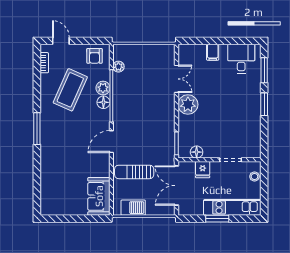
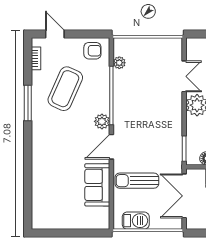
armchair: (94, 56) -> (92, 51), turned -90
plant: (103, 88) -> (102, 121), moved
floor lamp: (103, 102) -> (102, 103), removed
window: (37, 129) -> (28, 103), moved
sofa: (99, 196) -> (97, 185), moved

